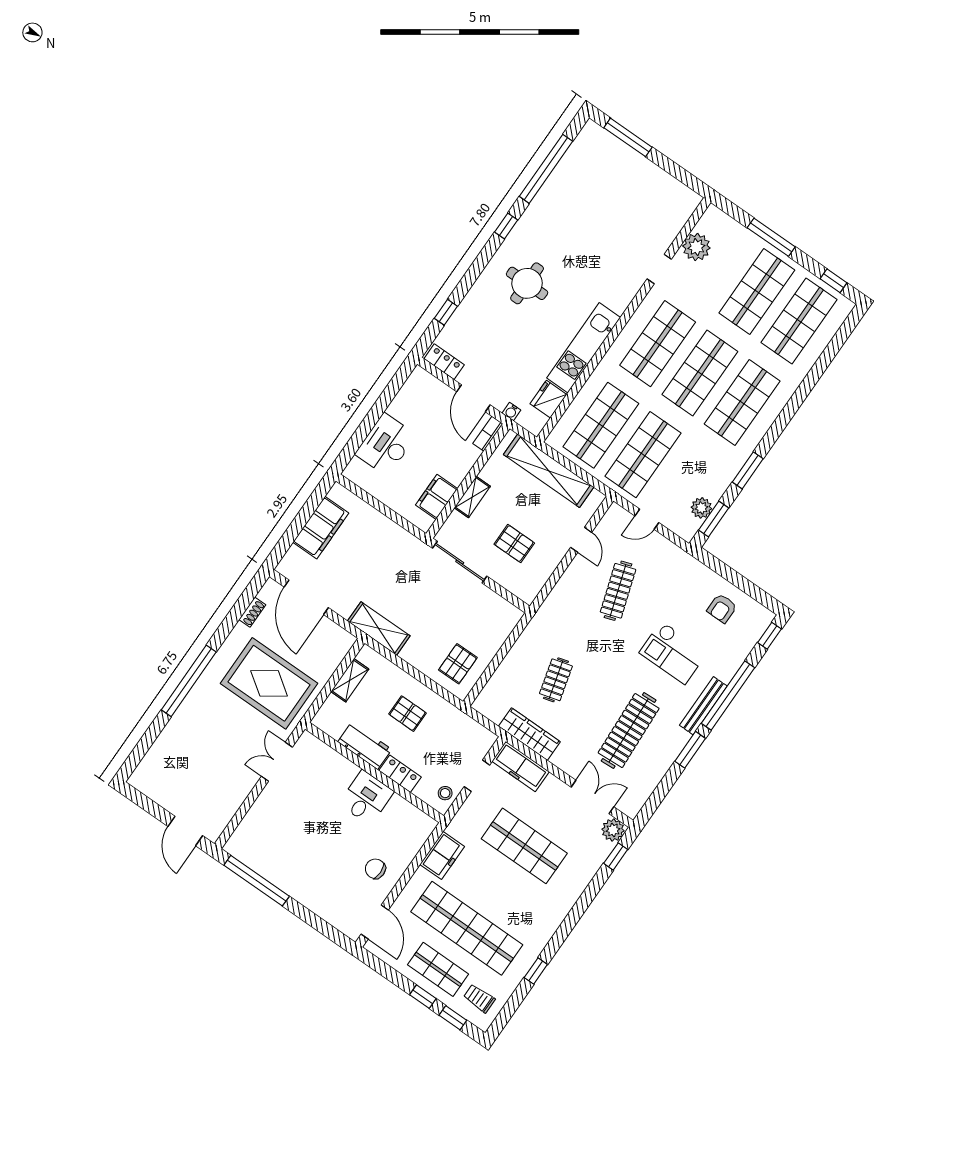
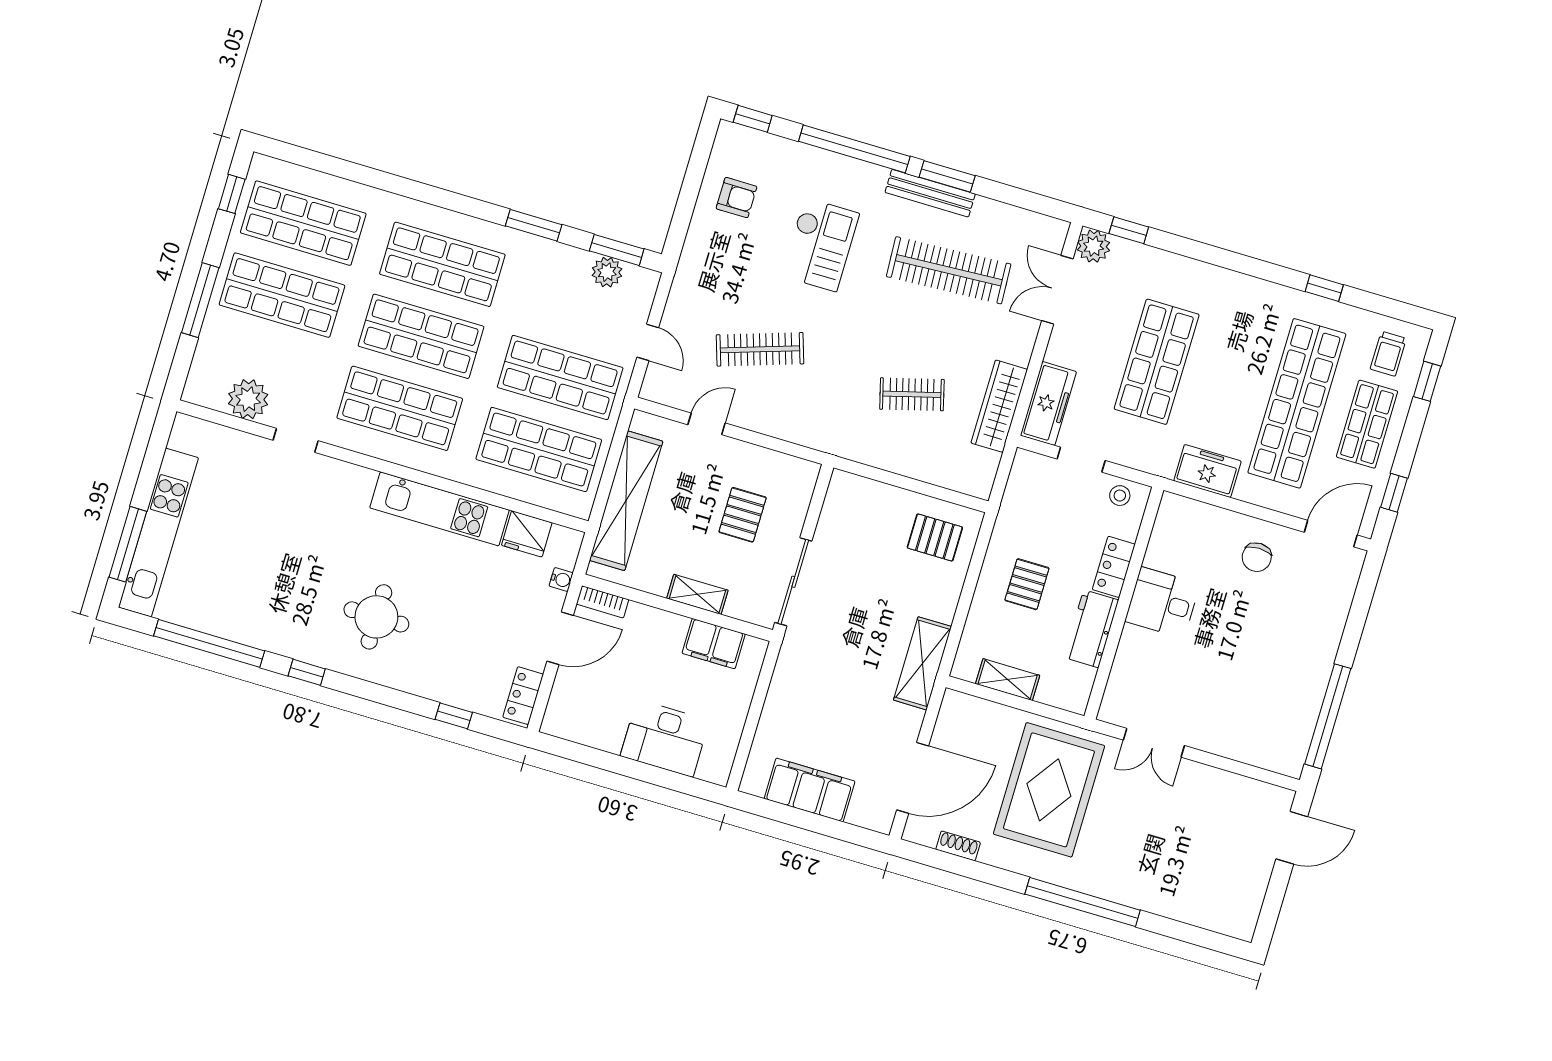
kitchen unit: (629, 160) -> (158, 533), added
bench: (703, 706) -> (930, 193), moved
window: (423, 997) -> (1394, 493), moved

